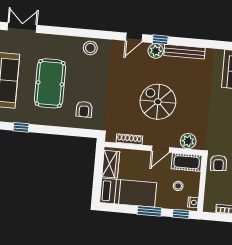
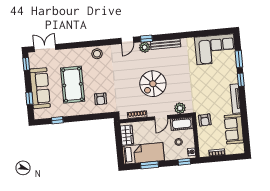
spiral stairs: (158, 102) -> (153, 84), turned -90
window: (149, 211) -> (150, 165), moved

